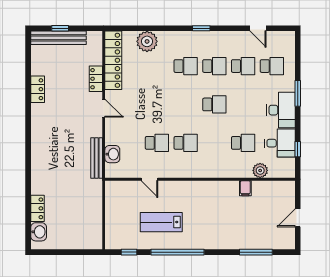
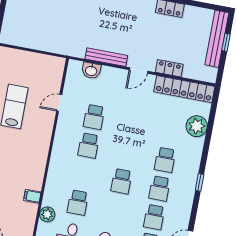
bench: (97, 158) -> (106, 57), moved

